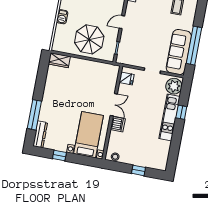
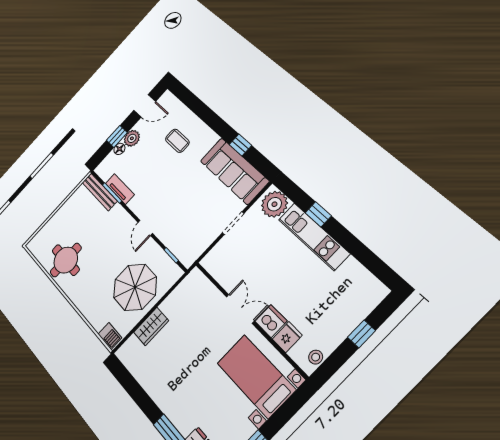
barbecue: (62, 17) -> (110, 336), moved
window: (194, 46) -> (240, 145), width x0.32
wardrobe: (59, 60) -> (151, 326), moved
fridge: (127, 78) -> (287, 337), moved

